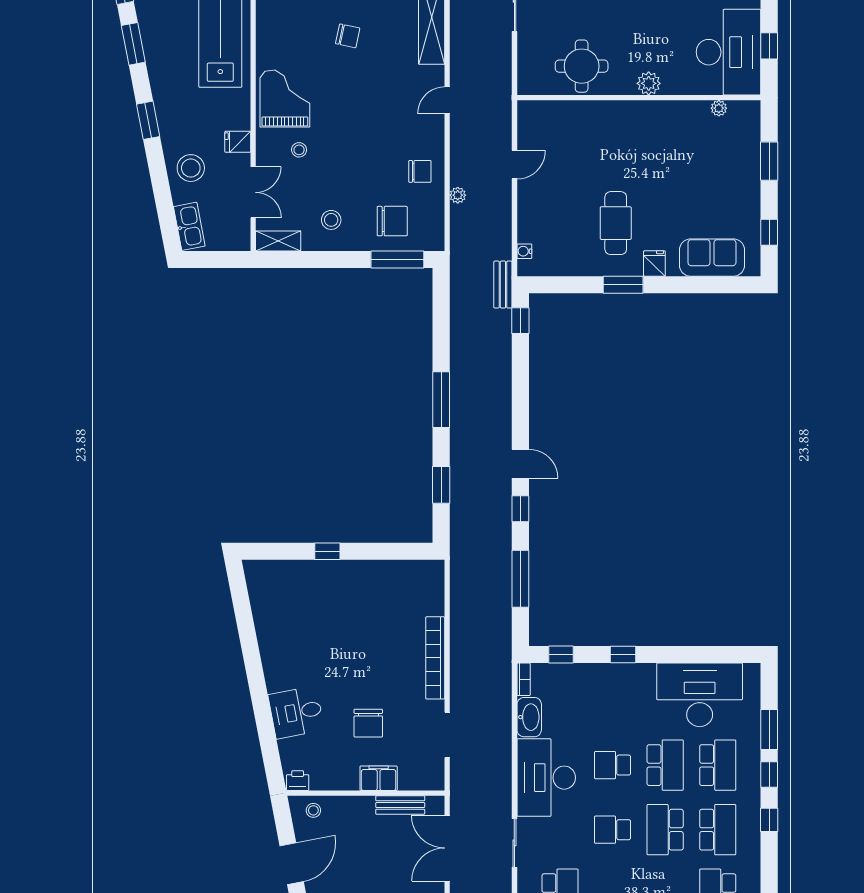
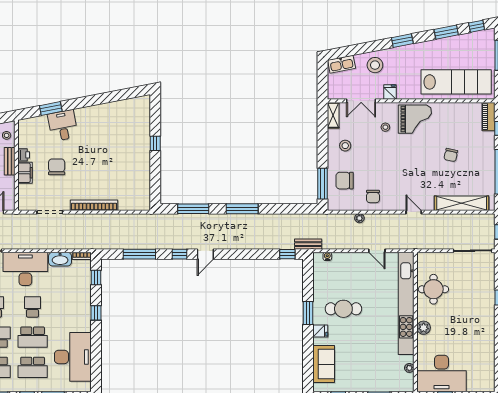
kitchen unit: (606, 114) -> (406, 303), added
chair: (392, 221) -> (345, 181), turned 90
window: (441, 485) -> (193, 209), width x1.44
chair: (368, 723) -> (57, 167), turned 90
window: (267, 733) -> (51, 109), added
printer: (298, 781) -> (24, 155), moved
bench: (400, 805) -> (10, 161), moved

